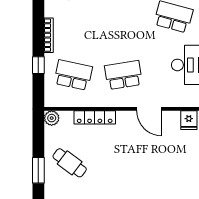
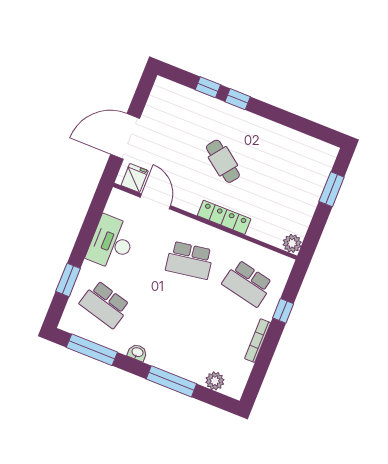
door: (149, 109) -> (155, 201), moved
locker: (95, 117) -> (224, 217), moved
cafe table: (70, 163) -> (223, 161), moved

